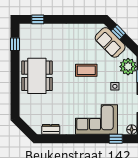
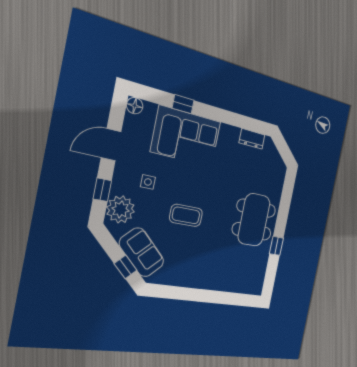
window: (38, 19) -> (237, 299), removed
window: (15, 44) -> (276, 246), moved
window: (116, 139) -> (183, 104), moved

